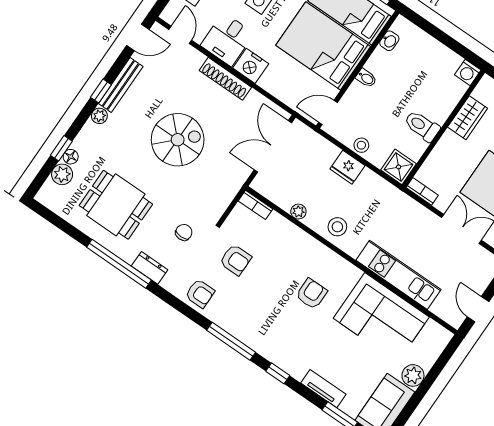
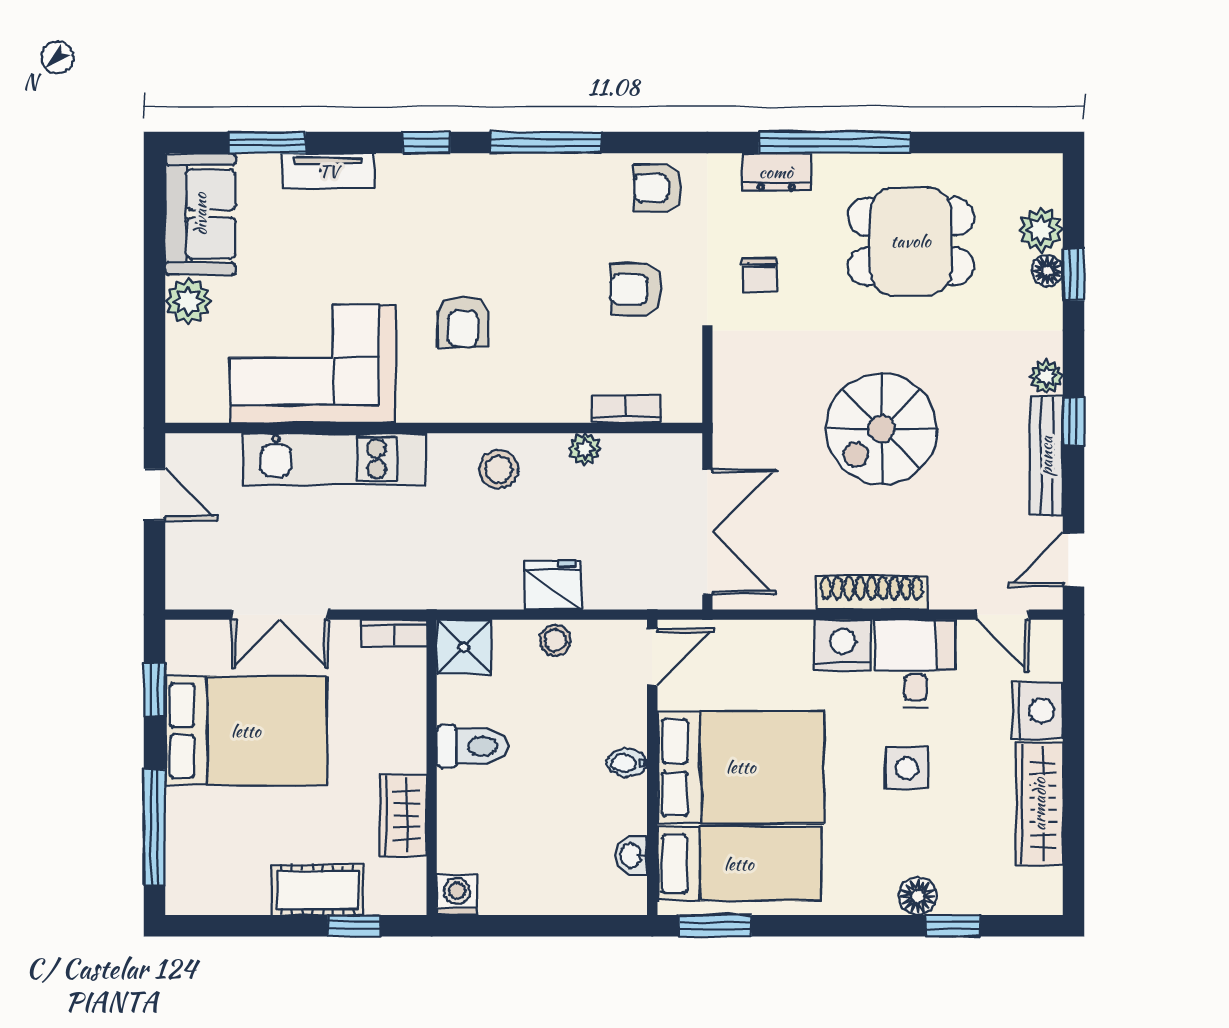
bookcase: (255, 205) -> (626, 409), moved

